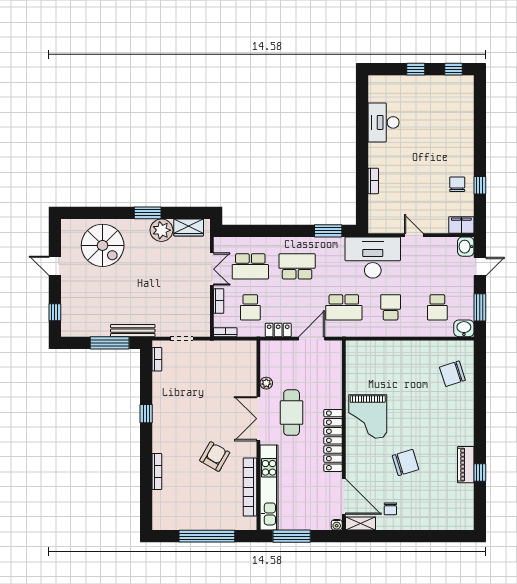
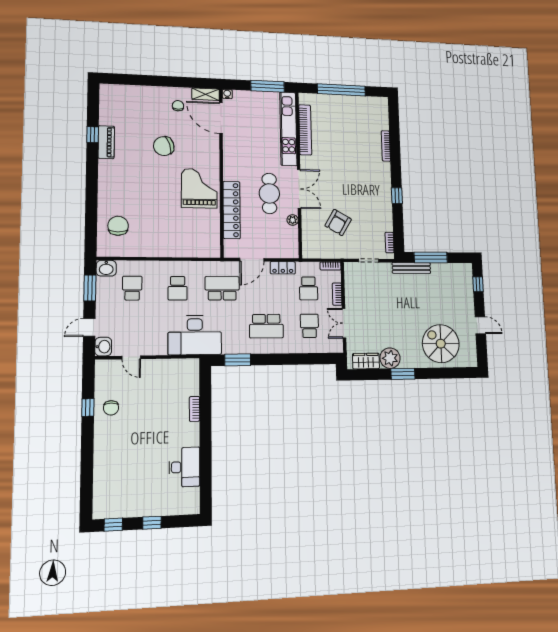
filing cabinet: (461, 225) -> (107, 368), removed
door: (414, 235) -> (131, 357), moved
school desk: (250, 266) -> (309, 326), width x0.54
school desk: (250, 307) -> (309, 288), turned 180
chair: (452, 374) -> (118, 226), turned -72
locker: (333, 440) -> (232, 210), moved
armchair: (215, 457) -> (338, 222), moved

